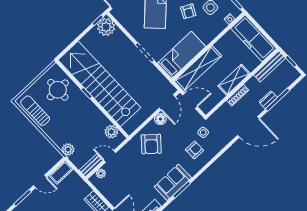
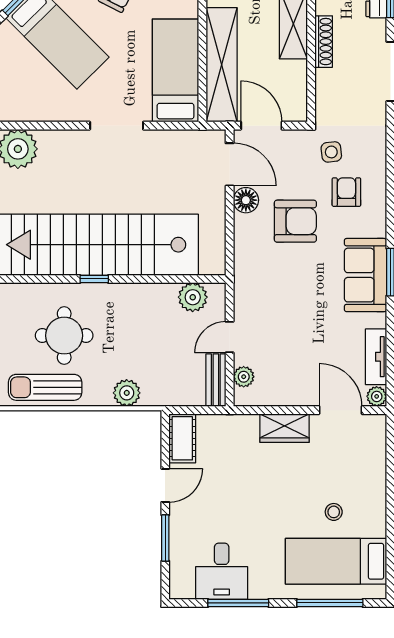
round table: (58, 90) -> (64, 336), moved
door: (190, 101) -> (261, 126), hinge flipped
armchair: (151, 144) -> (295, 221), moved, turned -41
plant: (68, 149) -> (127, 393), moved

